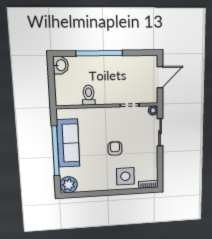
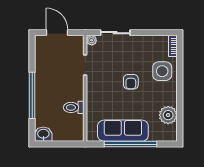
armchair: (115, 148) -> (131, 82), turned -90
plant: (69, 185) -> (168, 115), moved

